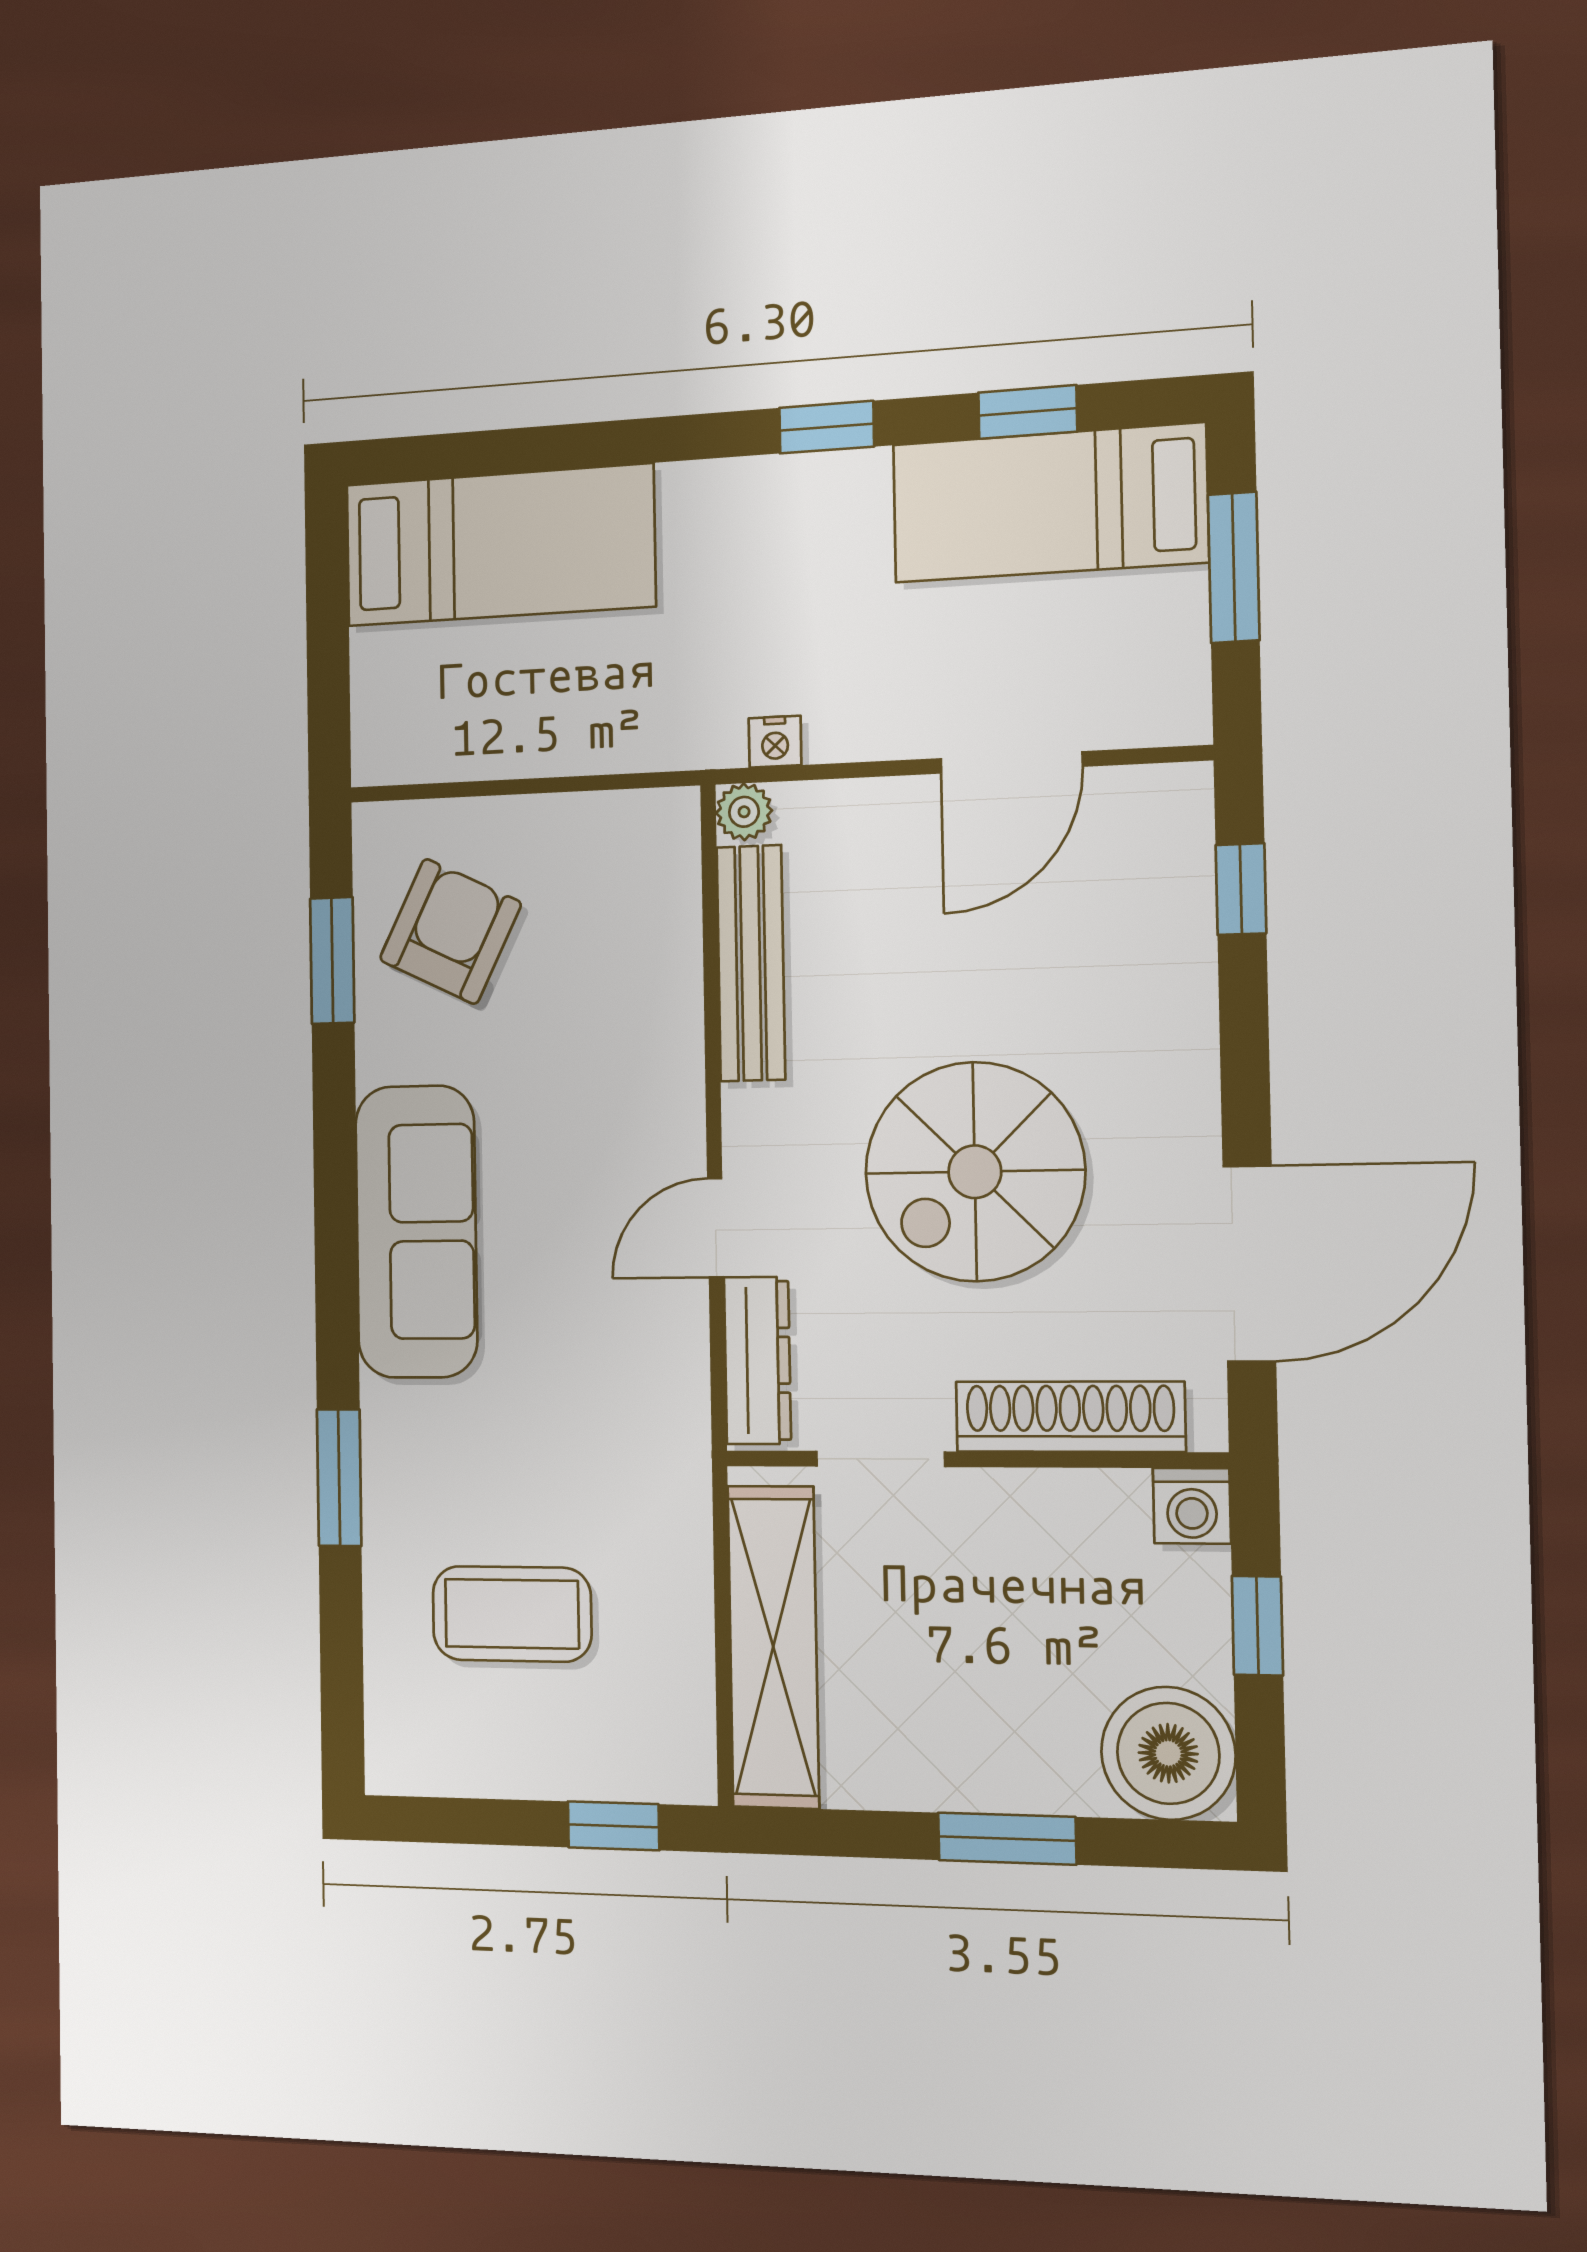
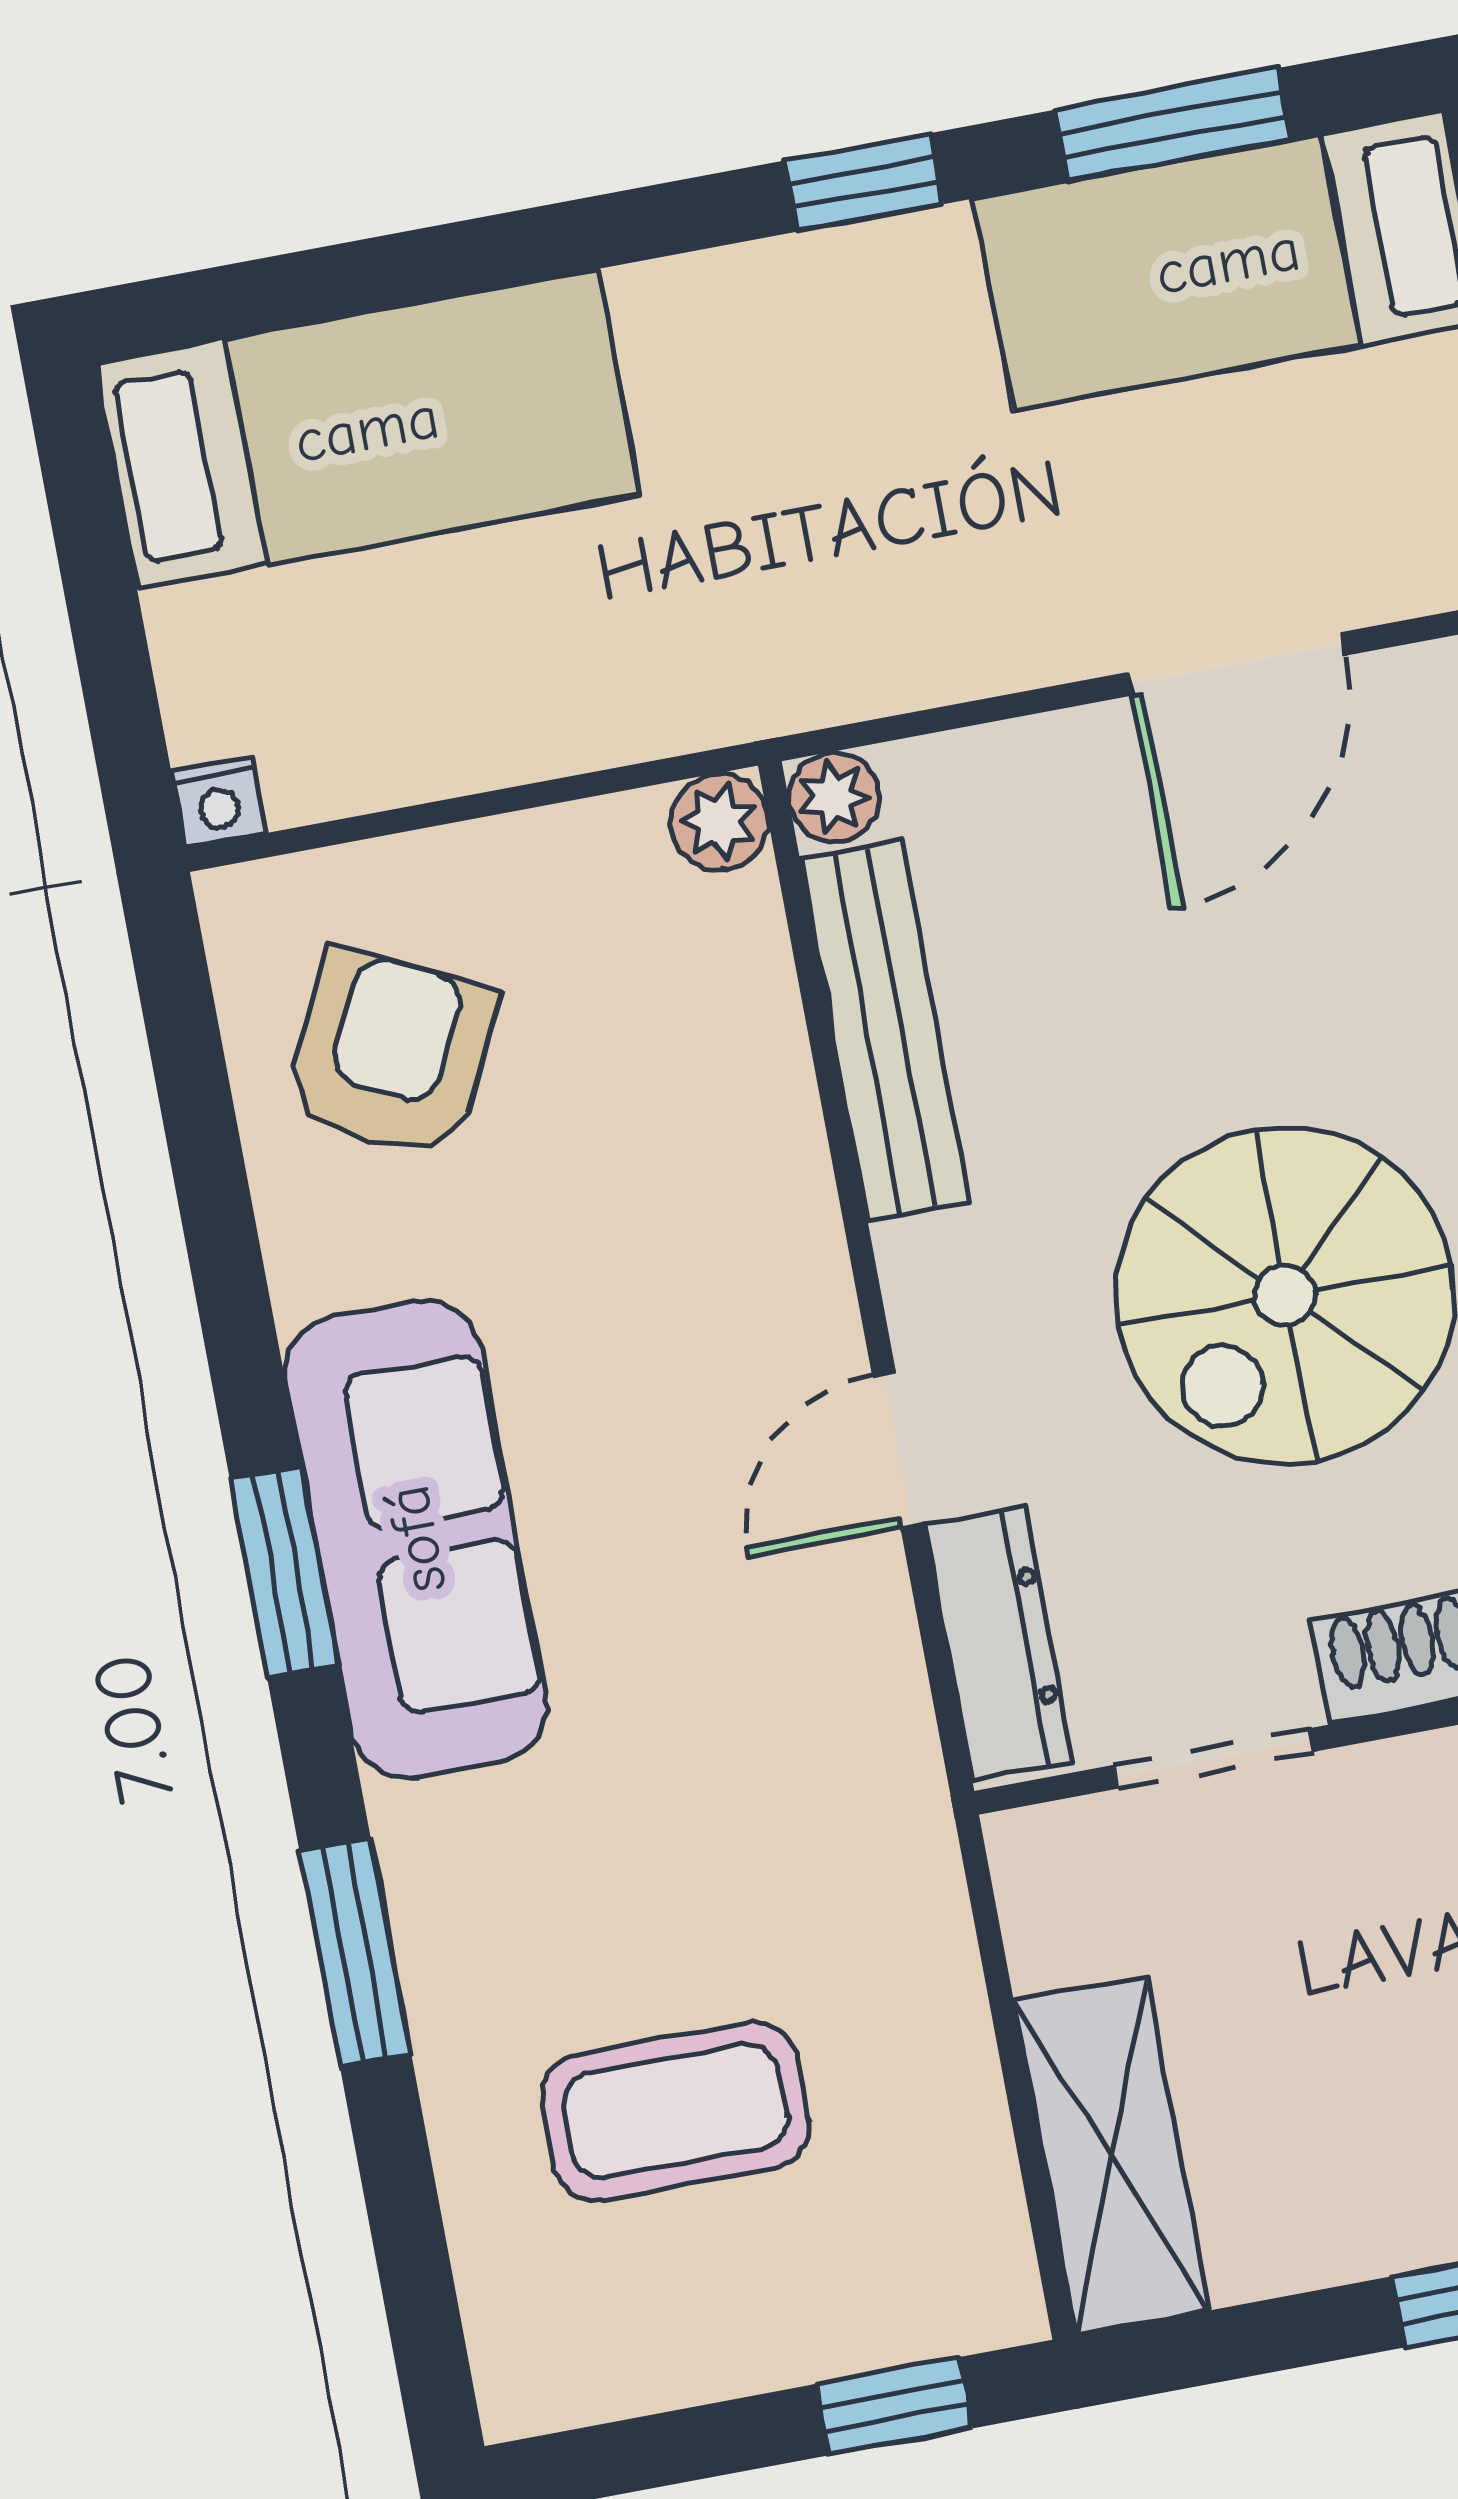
window: (1028, 412) -> (1172, 125), width x1.50
nightstand: (775, 742) -> (219, 802), moved
plant: (671, 817) -> (719, 822), added
window: (332, 960) -> (284, 1572), moved
shelving: (773, 1647) -> (1112, 2156), width x0.68

